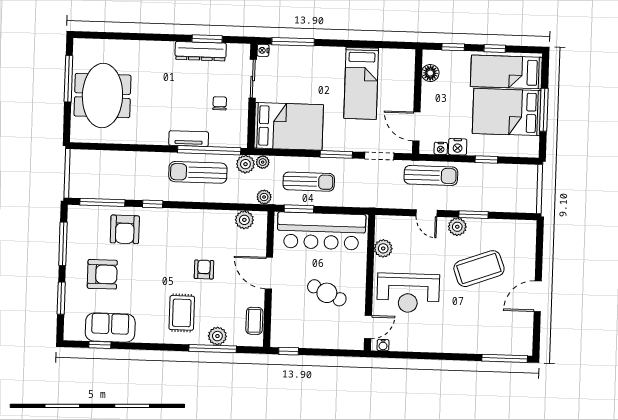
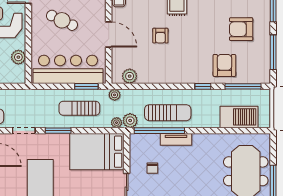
barbecue: (109, 164) -> (239, 117), added

